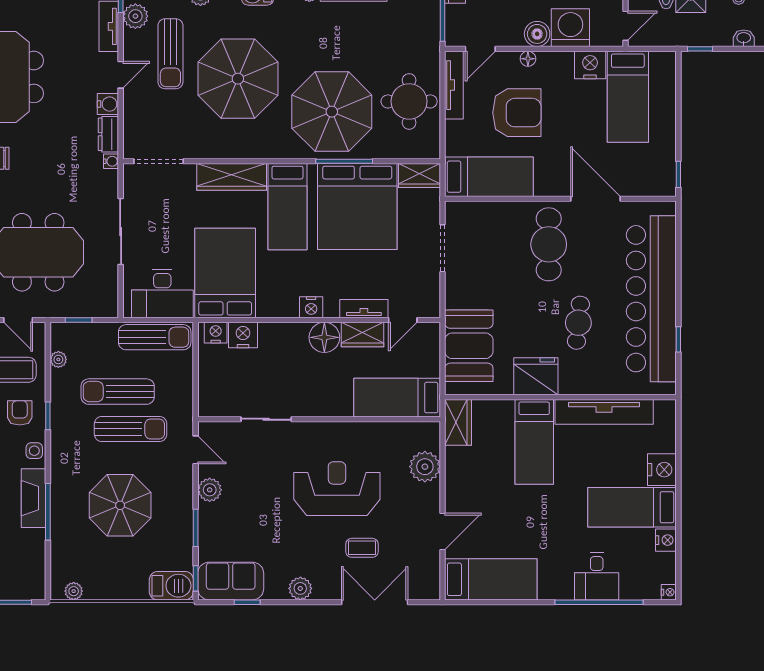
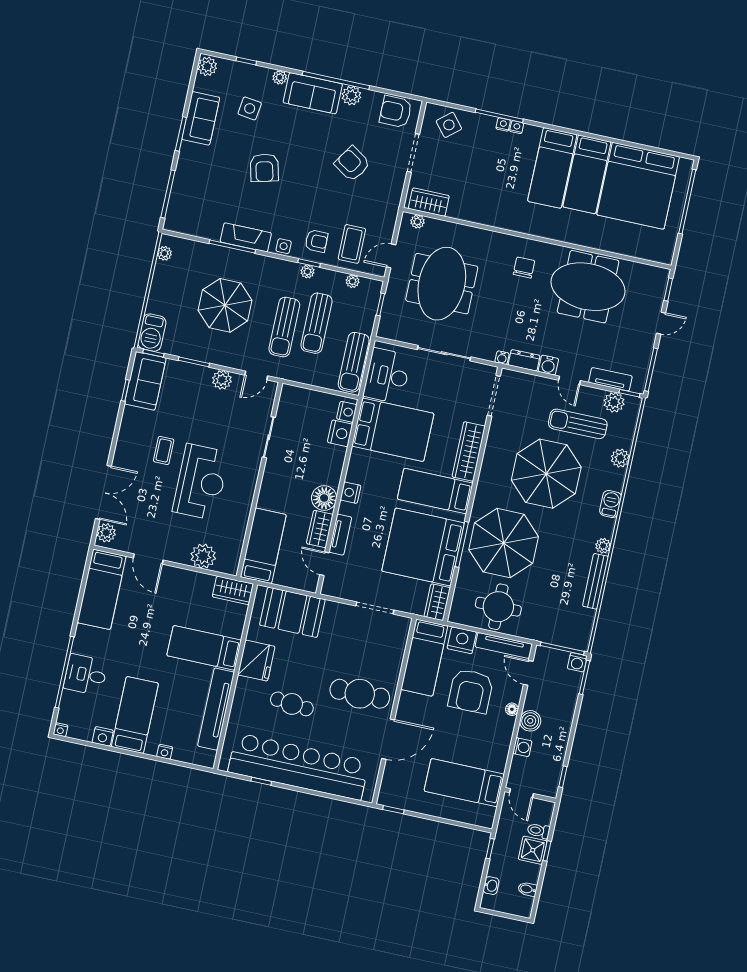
washing machine: (570, 28) -> (522, 747), width x0.53, depth x0.53
nightstand: (590, 65) -> (462, 640), moved, turned -90
sun lounger: (118, 392) -> (317, 323), turned 180
plant: (58, 416) -> (308, 272), added
nightstand: (662, 470) -> (165, 752), width x0.53, depth x0.56
coffee table: (362, 548) -> (164, 450), moved
plant: (300, 588) -> (106, 533), moved

